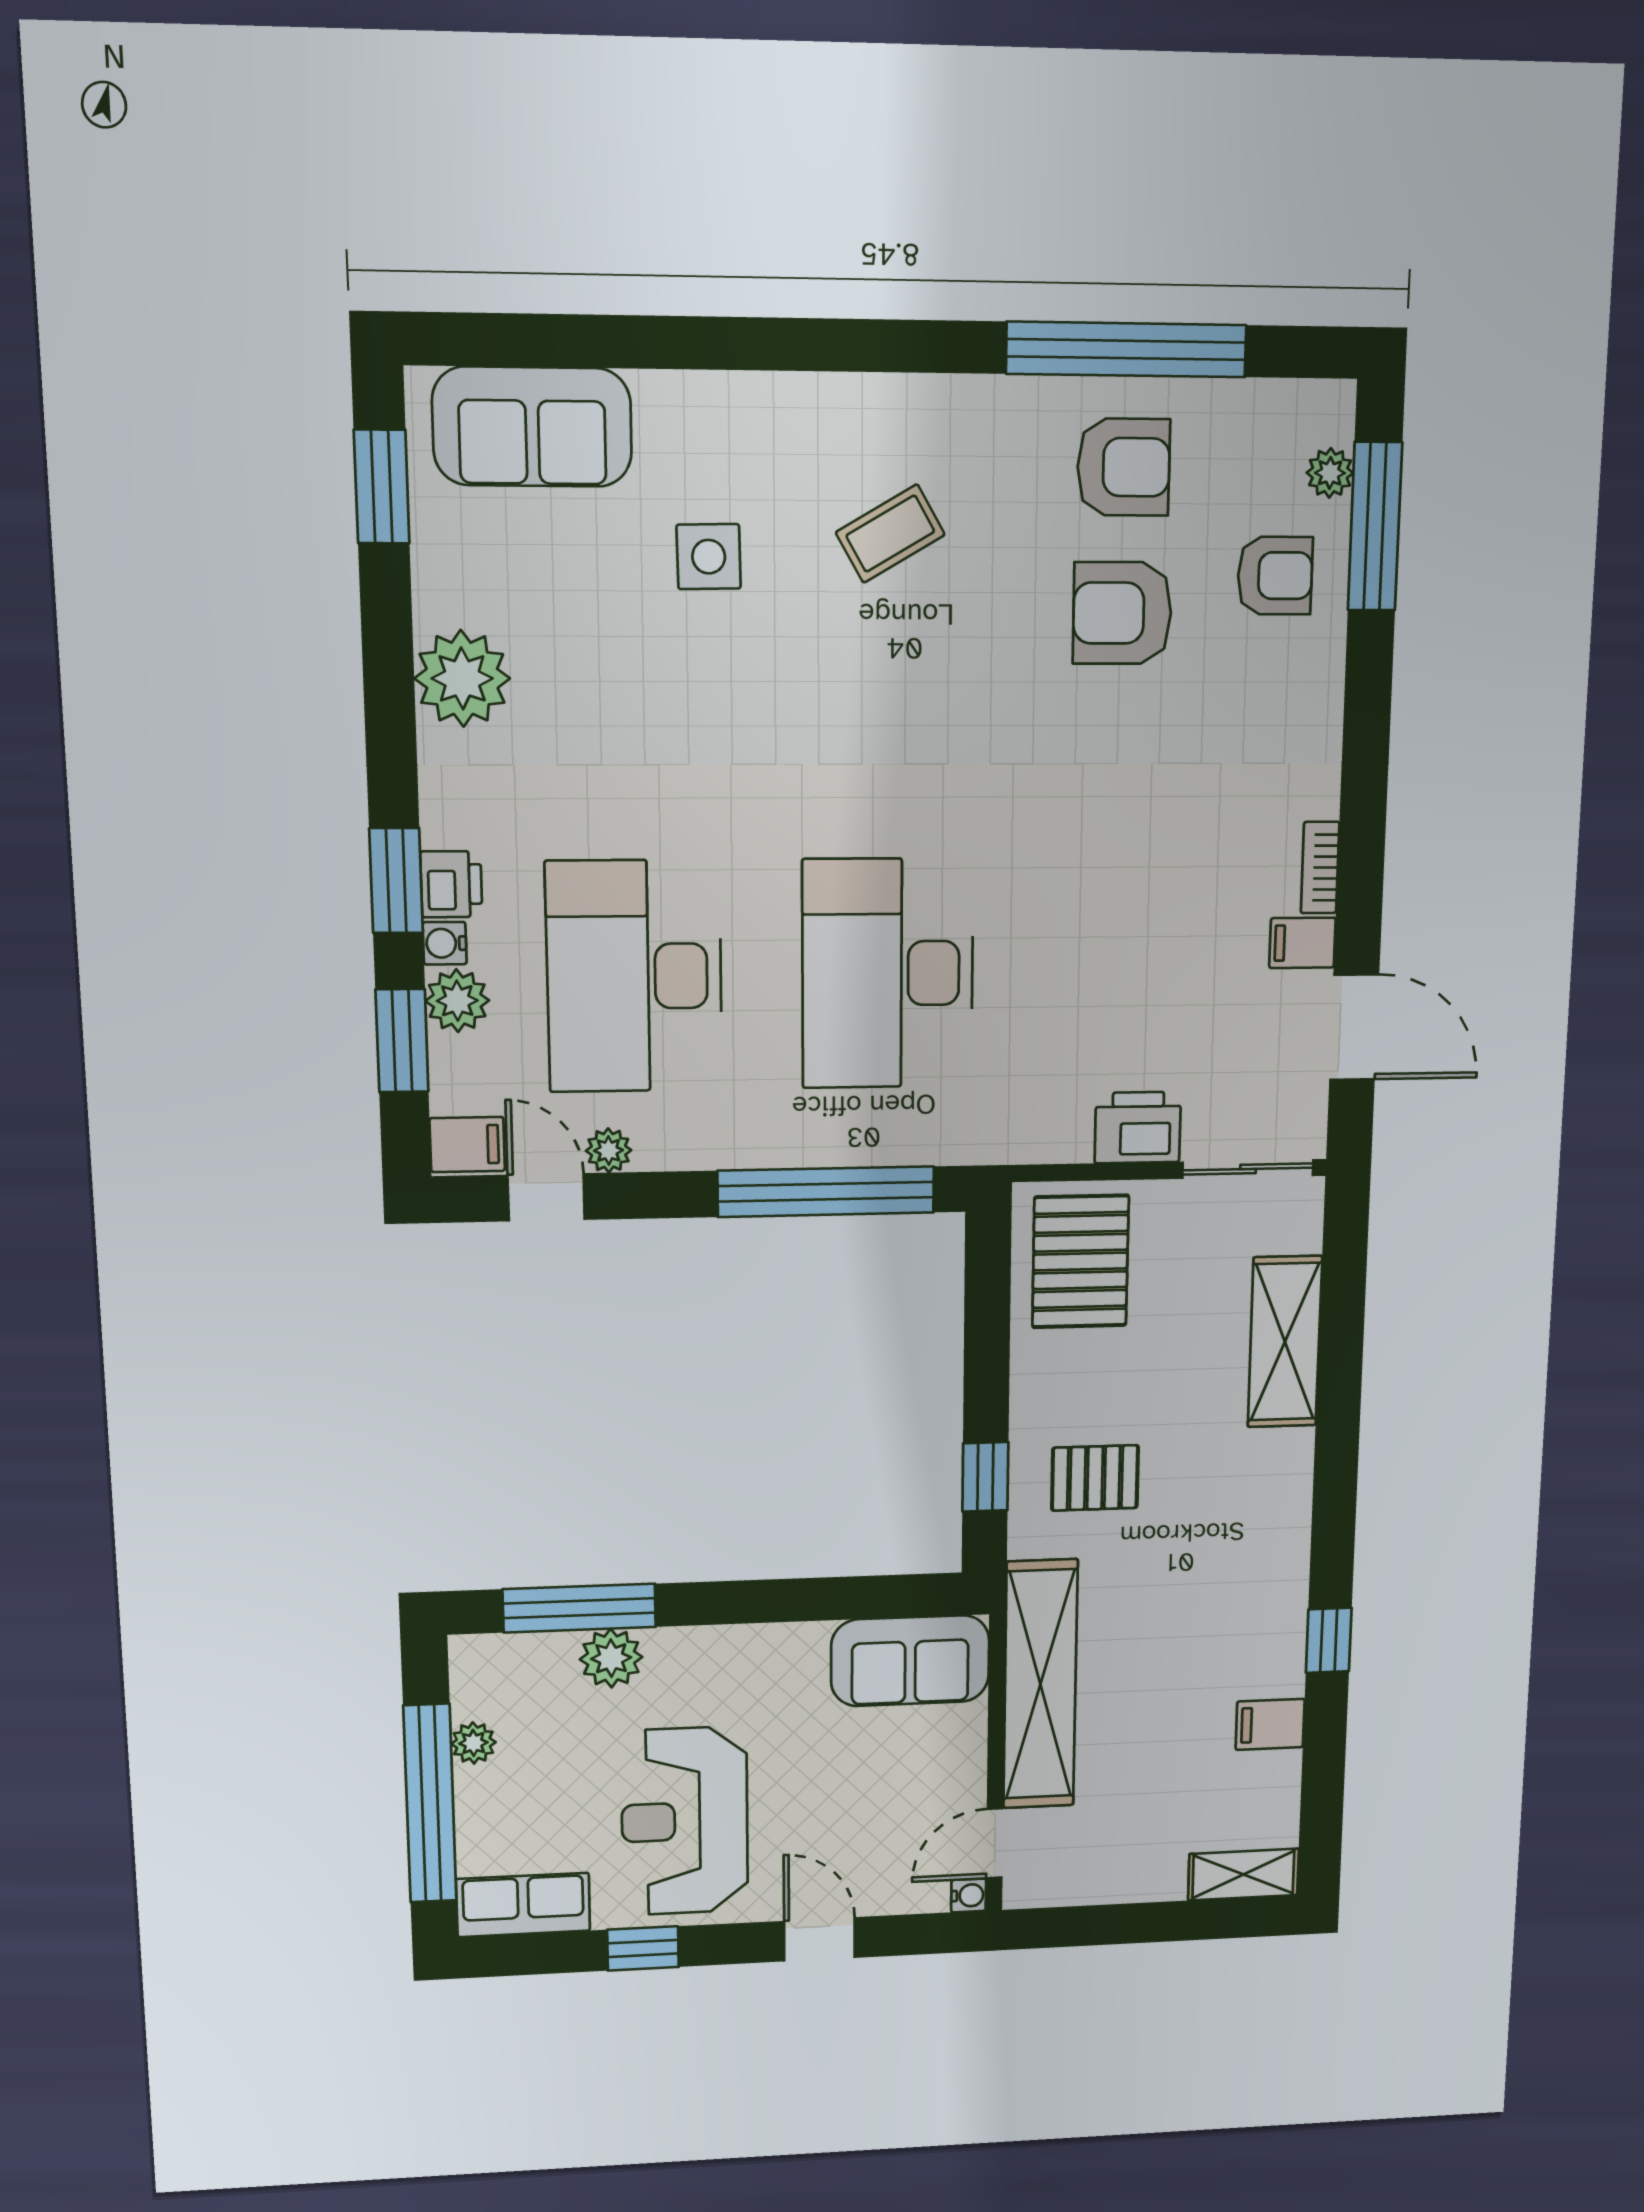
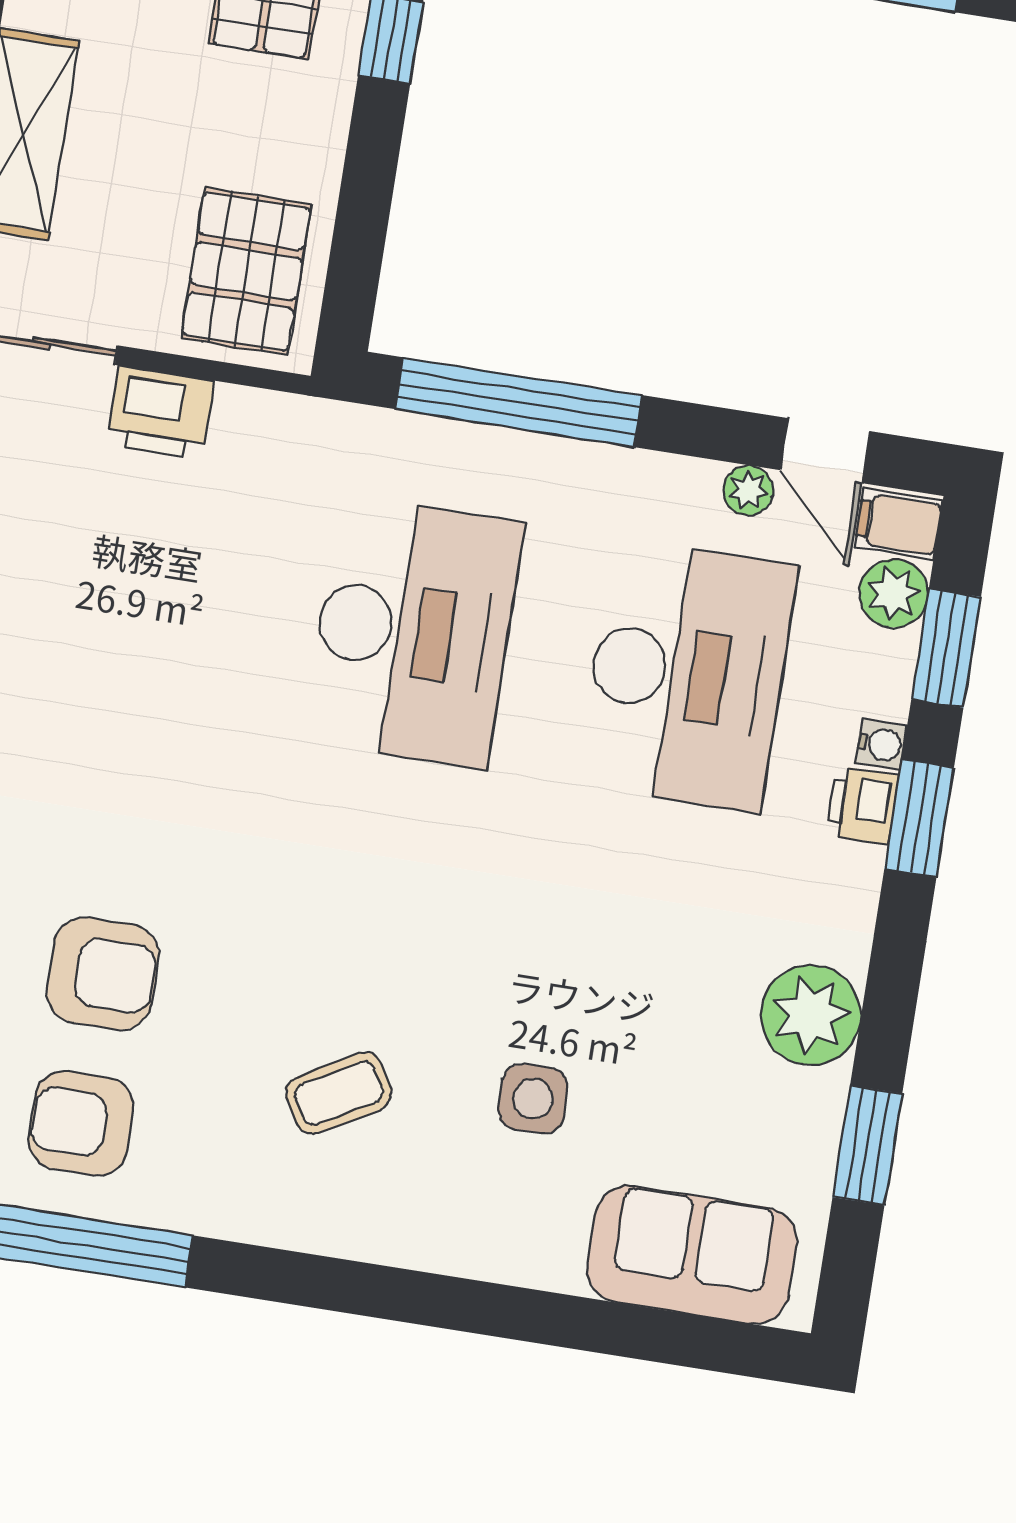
window: (382, 487) -> (867, 1145), moved
plant: (457, 1001) -> (894, 593), moved

